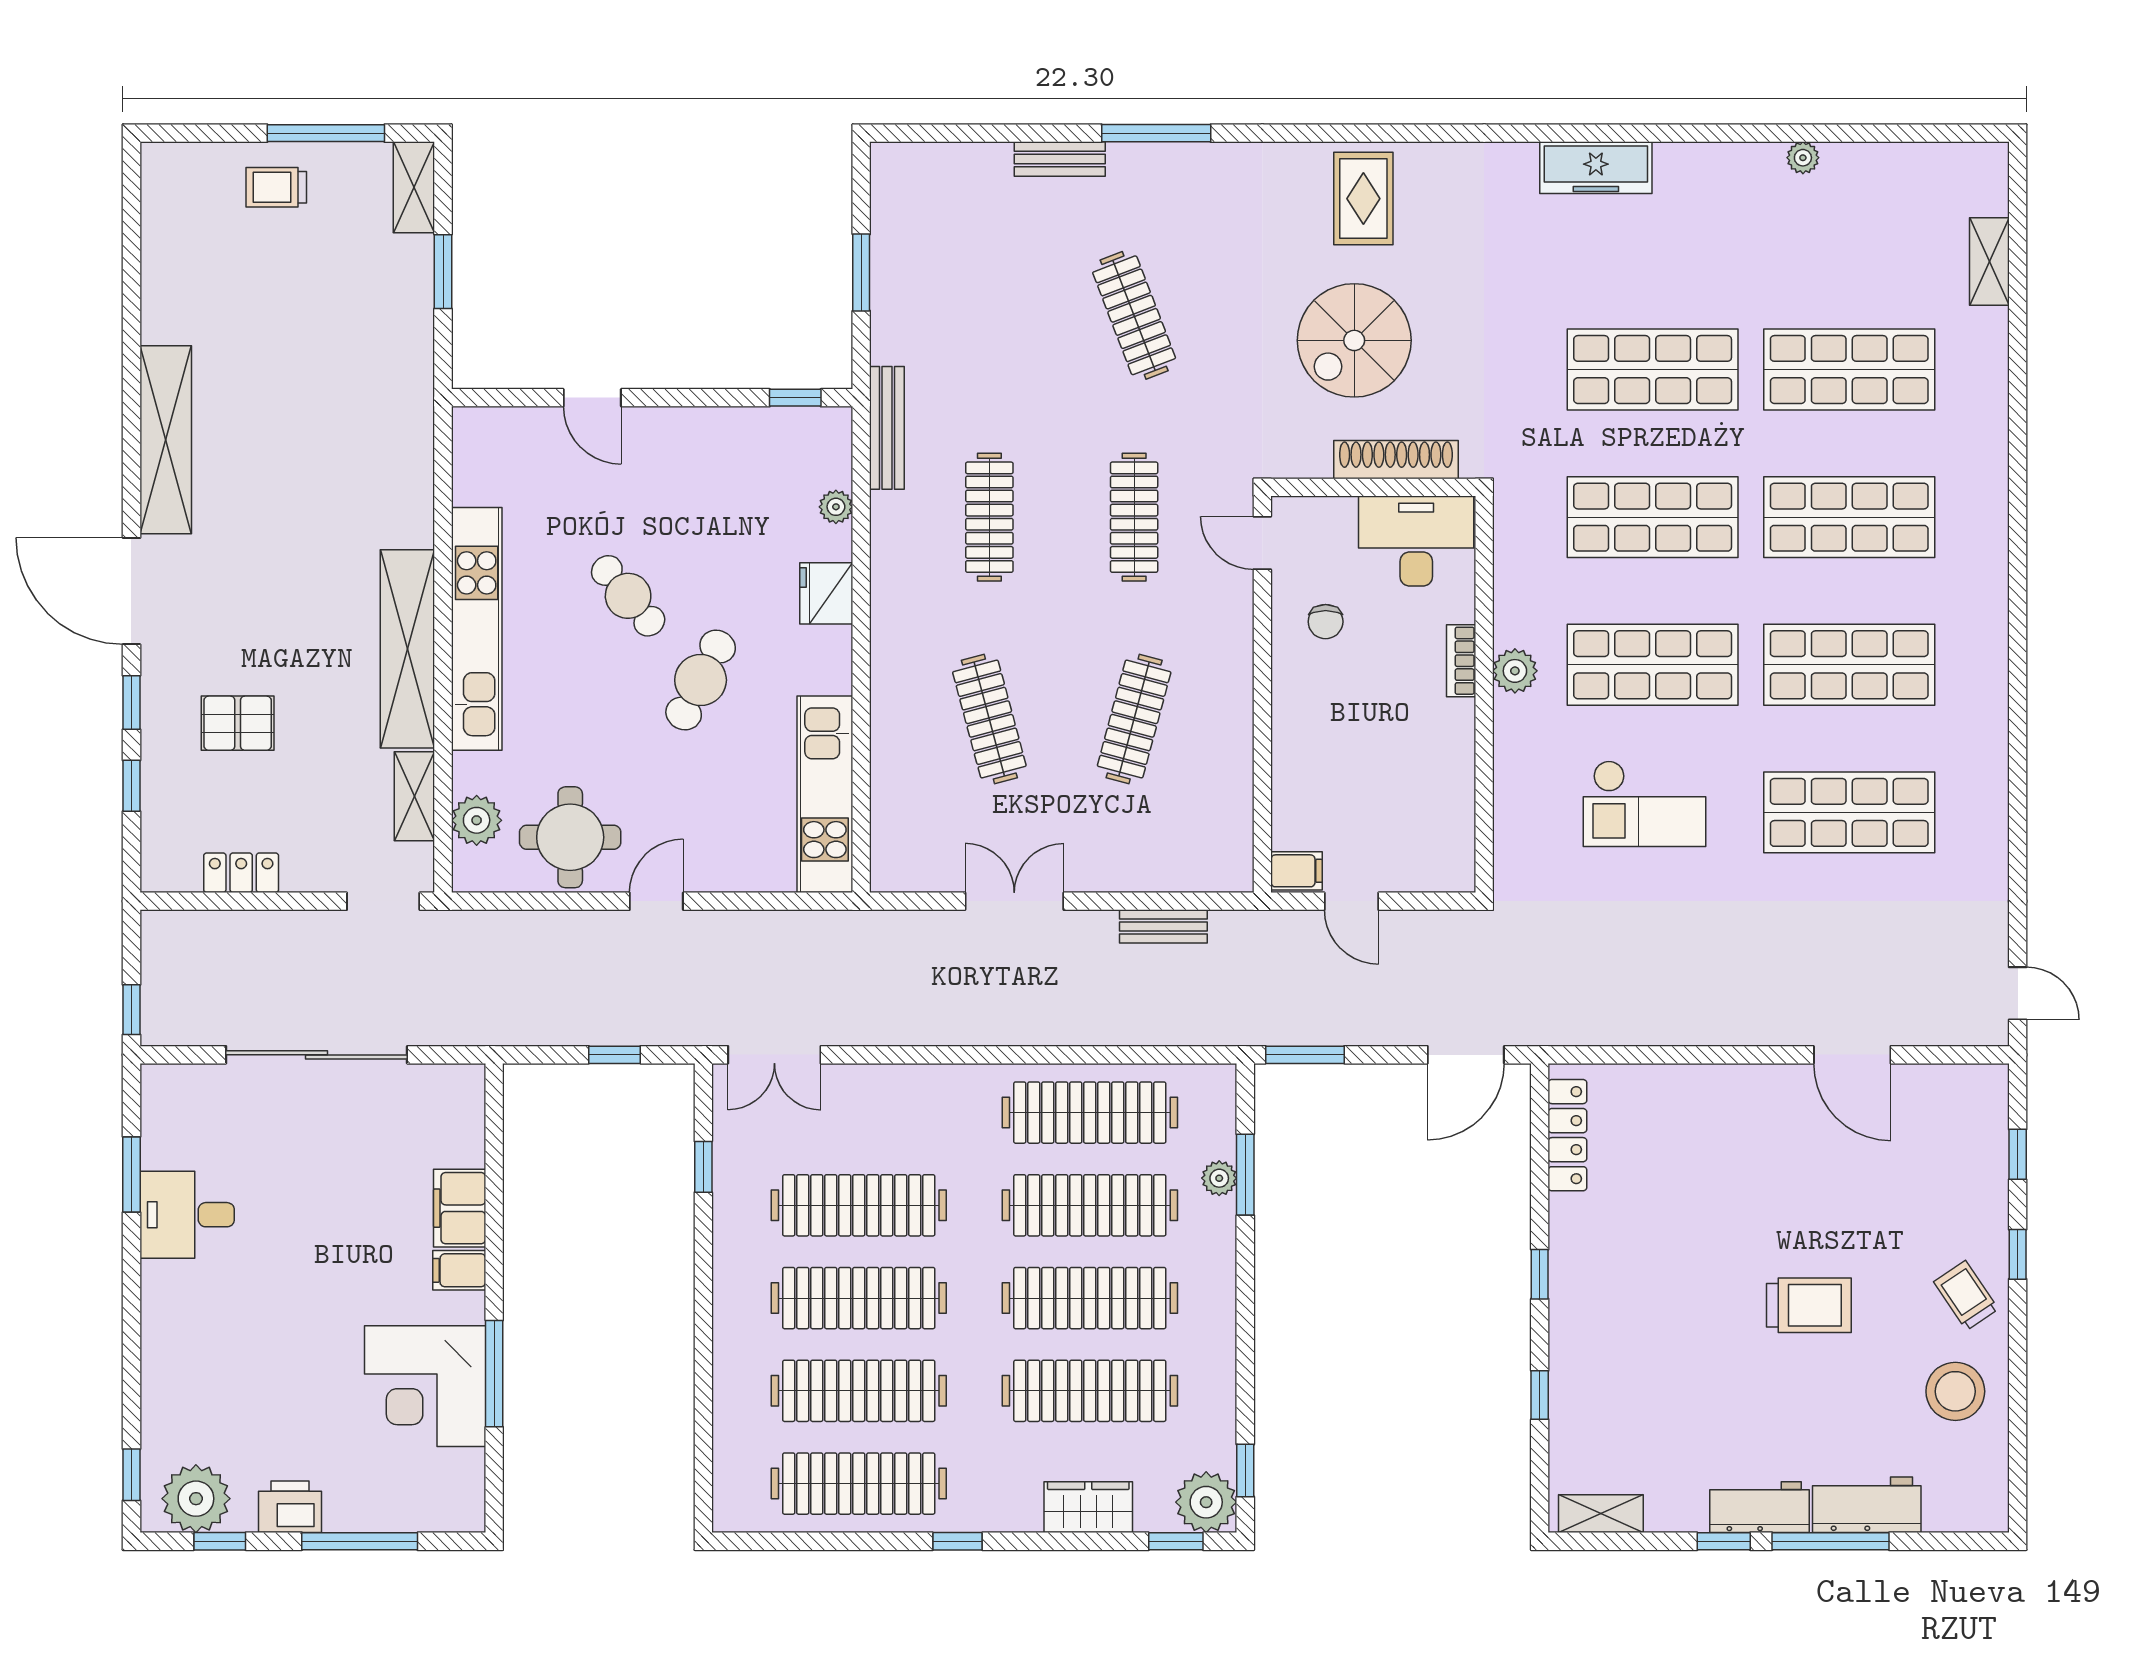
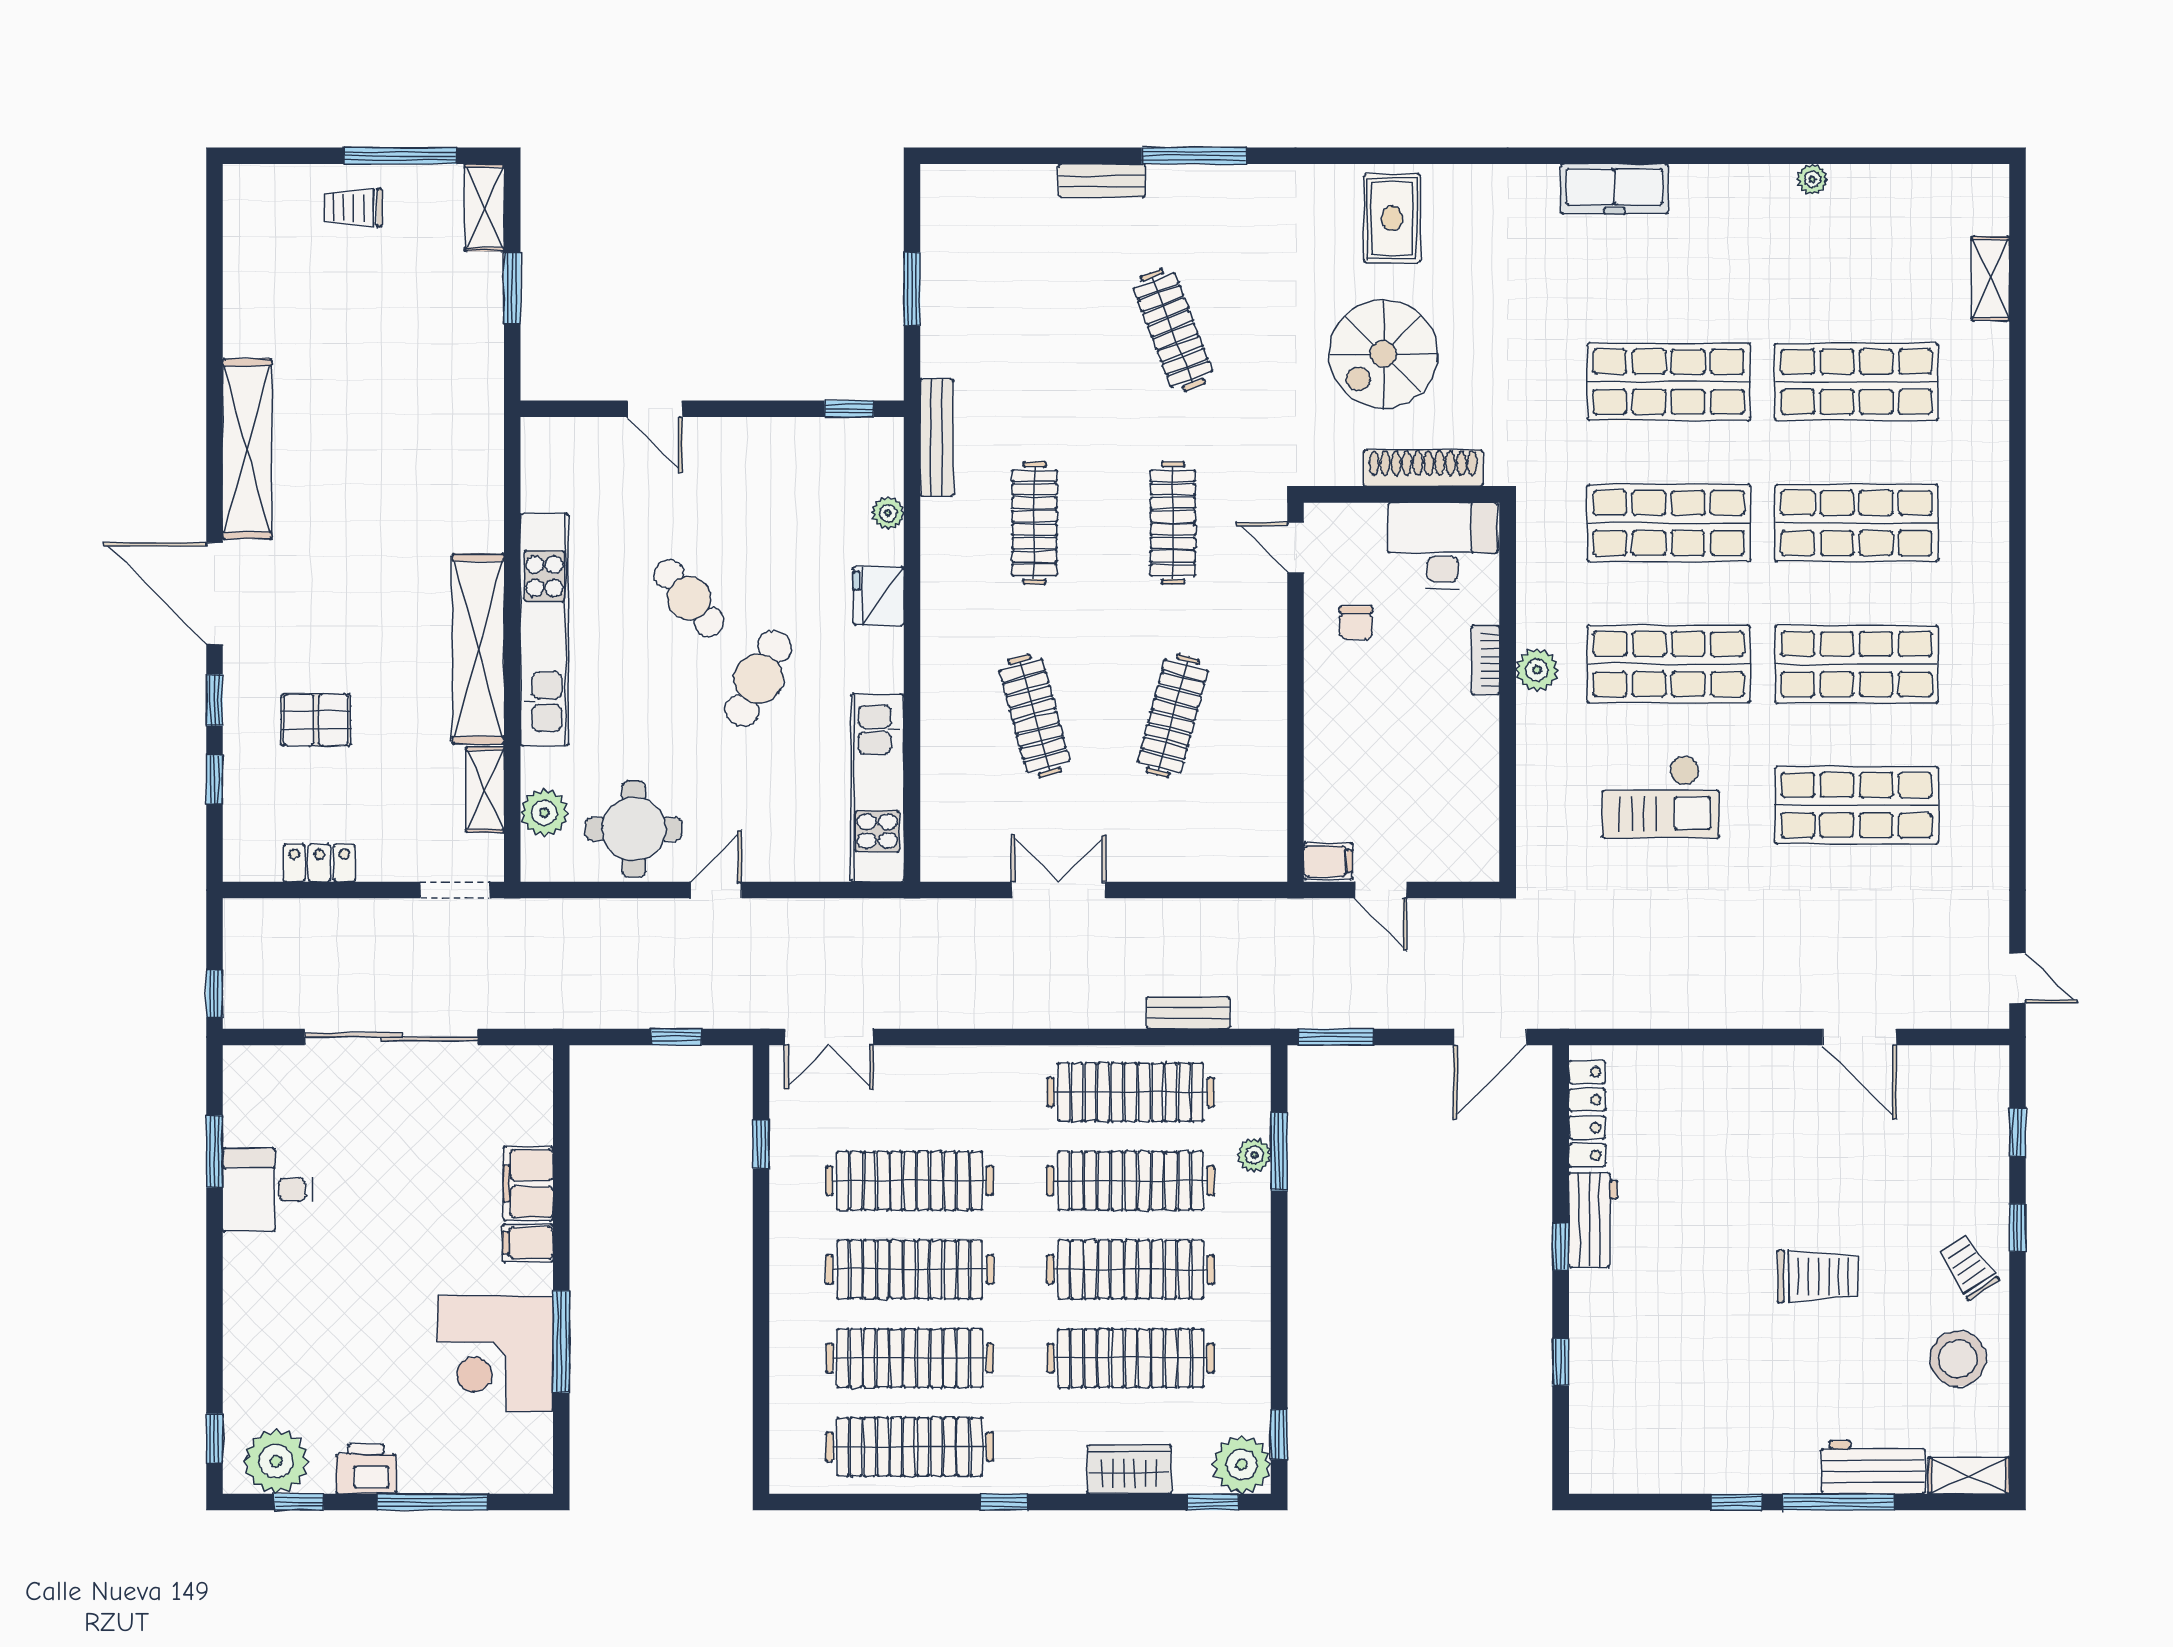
bench: (1163, 926) -> (1188, 1013), moved
workbench: (1760, 1507) -> (1593, 1220), moved, turned 90
shelving: (1601, 1514) -> (1969, 1476), moved

